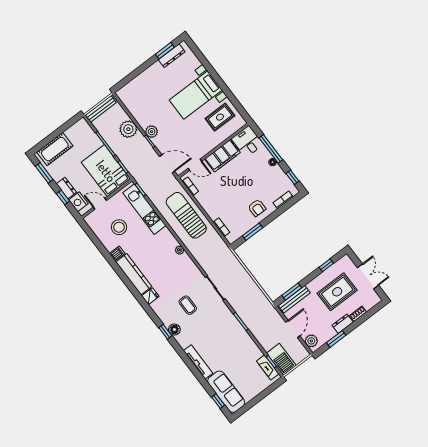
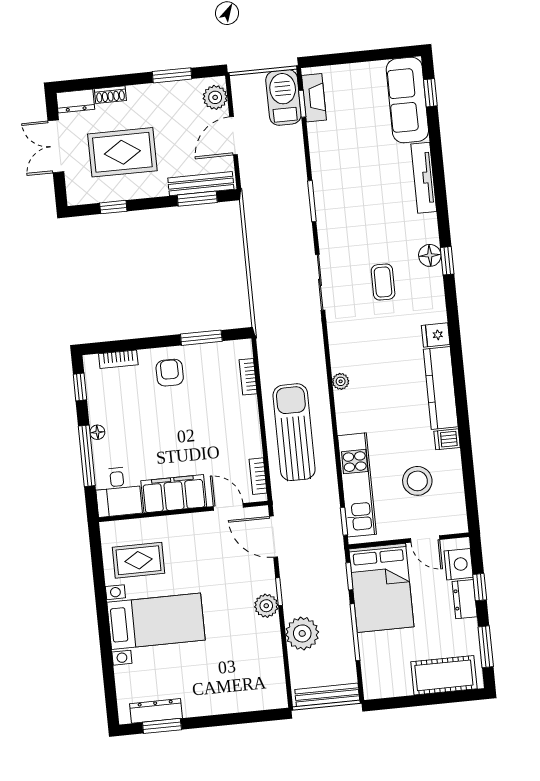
sun lounger: (186, 215) -> (294, 432), turned 180
dresser: (343, 324) -> (75, 101), moved

